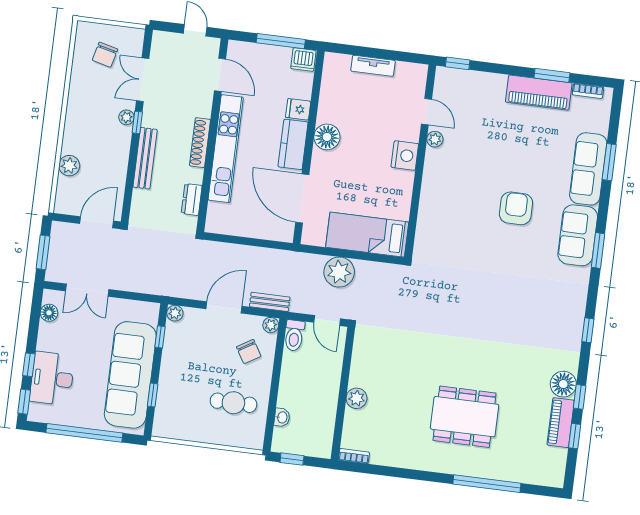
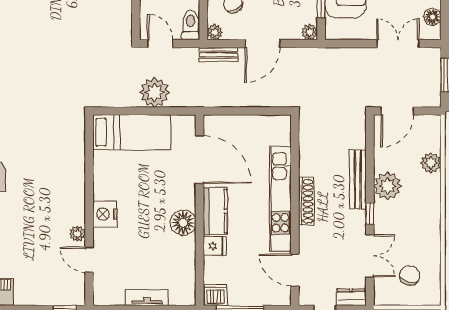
plant: (126, 117) -> (387, 186), moved, width x1.87, depth x1.87
dresser: (192, 200) -> (351, 297), moved, turned -90

